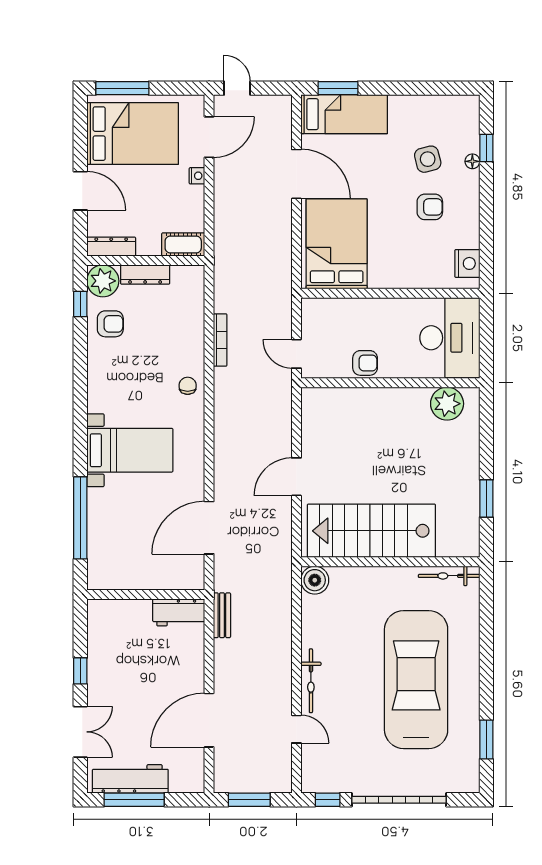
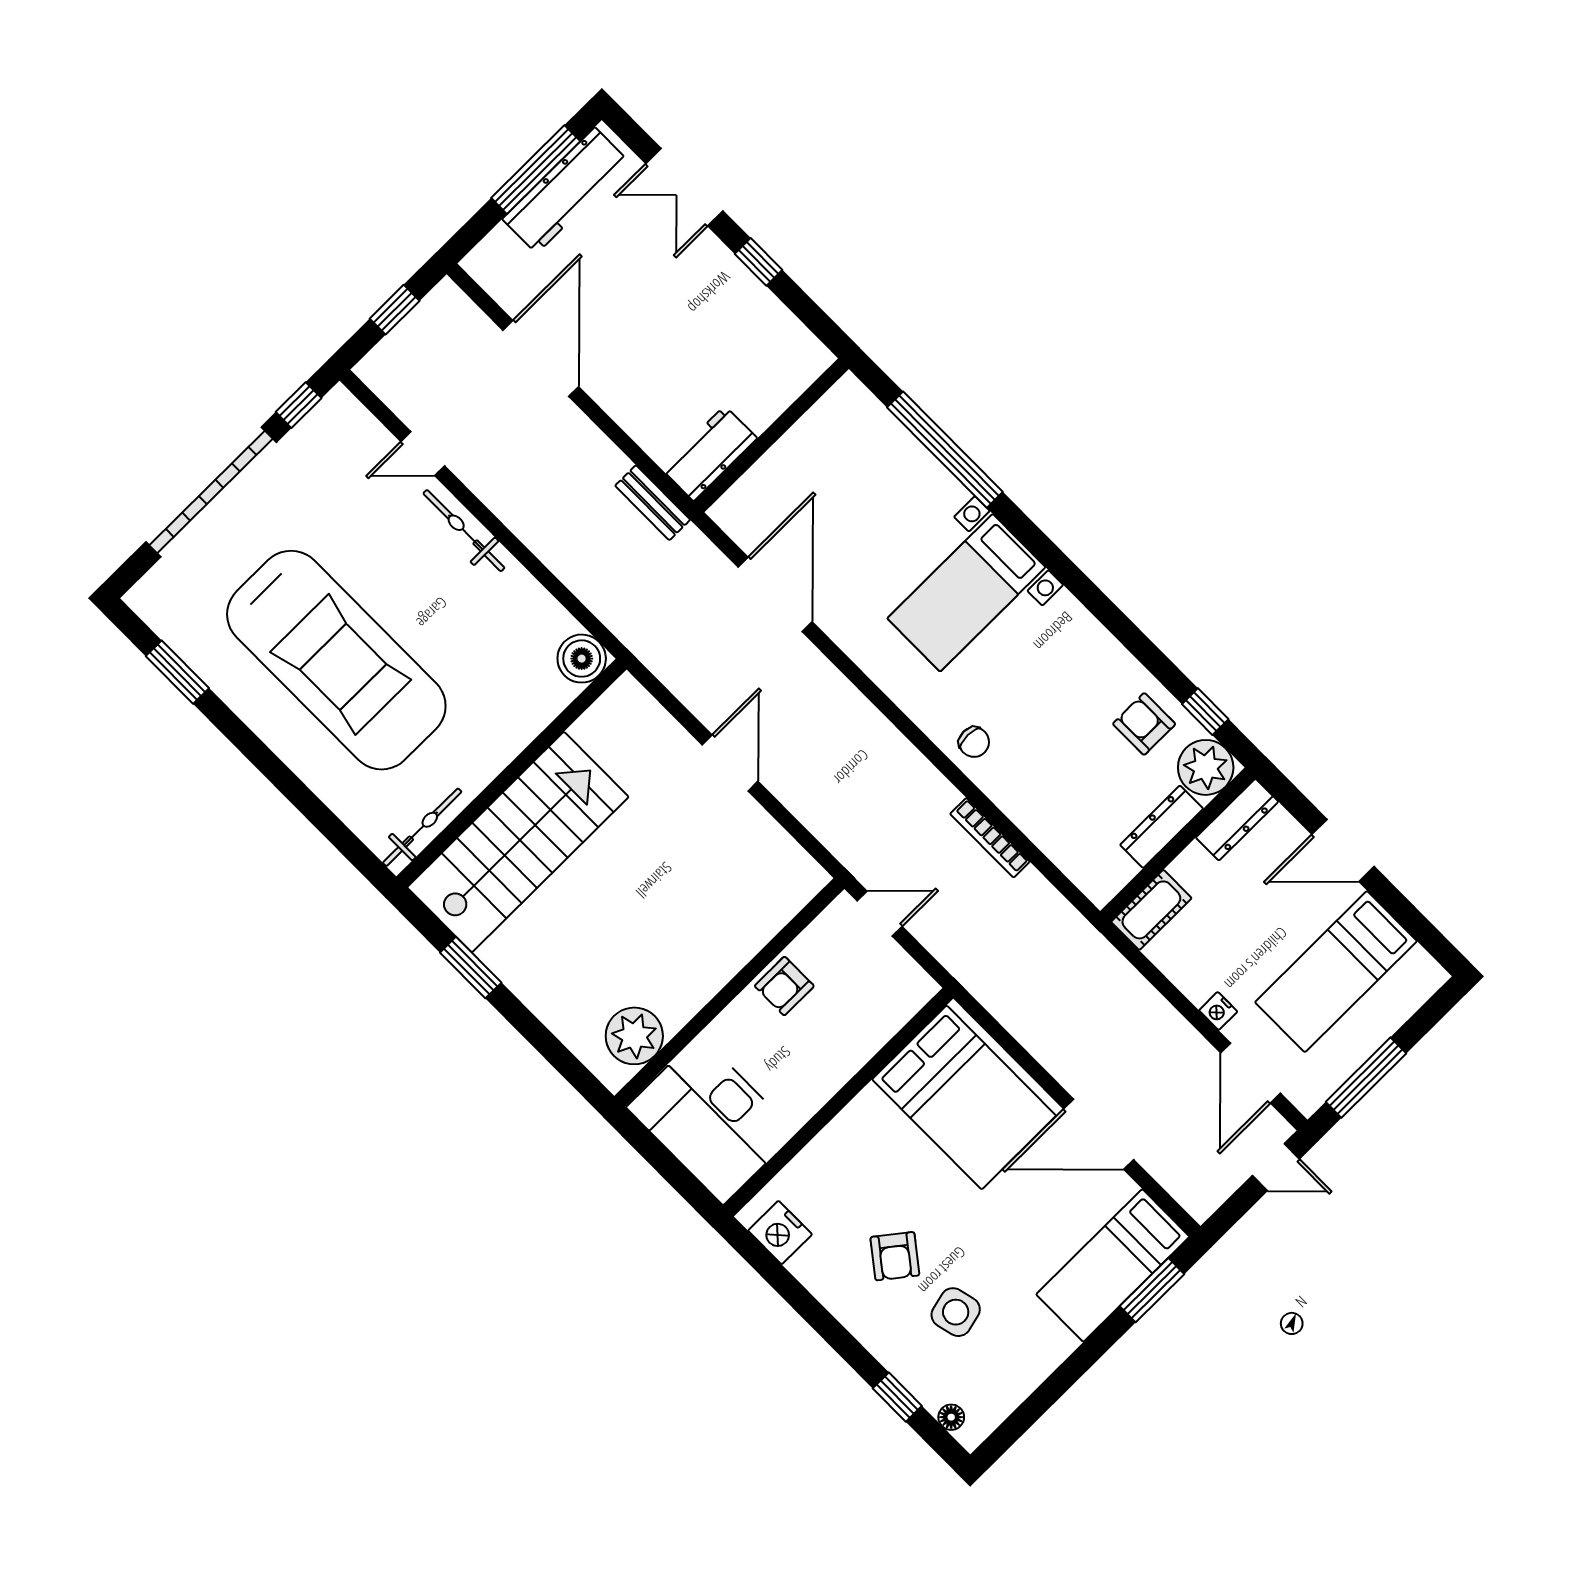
window: (122, 88) -> (1366, 1078), moved
bed: (133, 134) -> (1336, 972), width x0.67
floor lamp: (472, 161) -> (951, 1417), moved
armchair: (430, 207) -> (895, 1256), turned -52
armchair: (110, 324) -> (1144, 724), turned 90
stairs: (371, 531) -> (518, 842), moved
window: (249, 800) -> (395, 310), width x0.67

